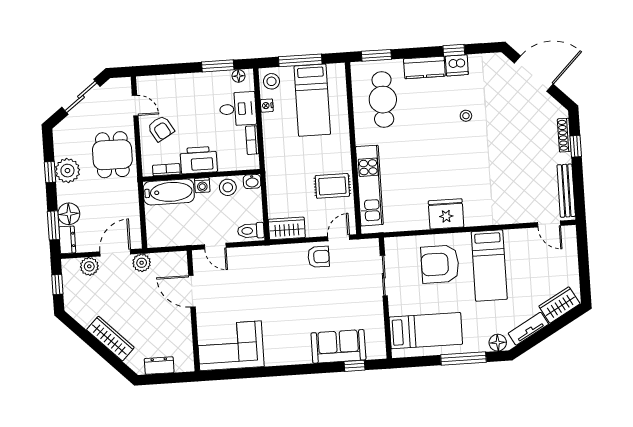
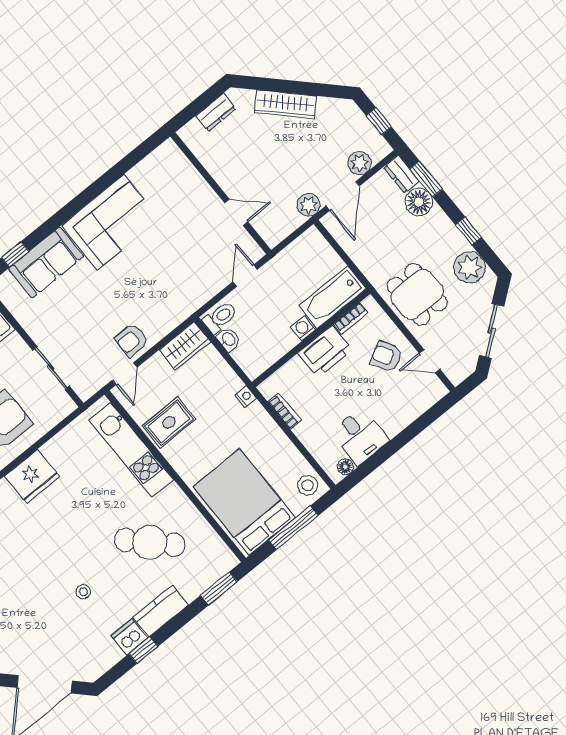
window: (218, 66) -> (374, 462), removed
bed: (312, 100) -> (244, 502), width x1.50
cafe table: (383, 100) -> (150, 542), moved, turned -45
nightstand: (267, 106) -> (245, 397), moved
desk: (238, 109) -> (360, 436), moved, turned -90
plant: (67, 171) -> (470, 267), moved
washbasin: (252, 181) -> (228, 339), moved, turned 90
stool: (228, 187) -> (275, 345), removed
door: (215, 246) -> (245, 276), hinge flipped
door: (192, 291) -> (236, 212), width x0.73
corner sofa: (230, 346) -> (111, 222), moved

